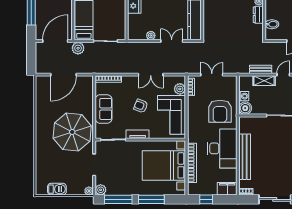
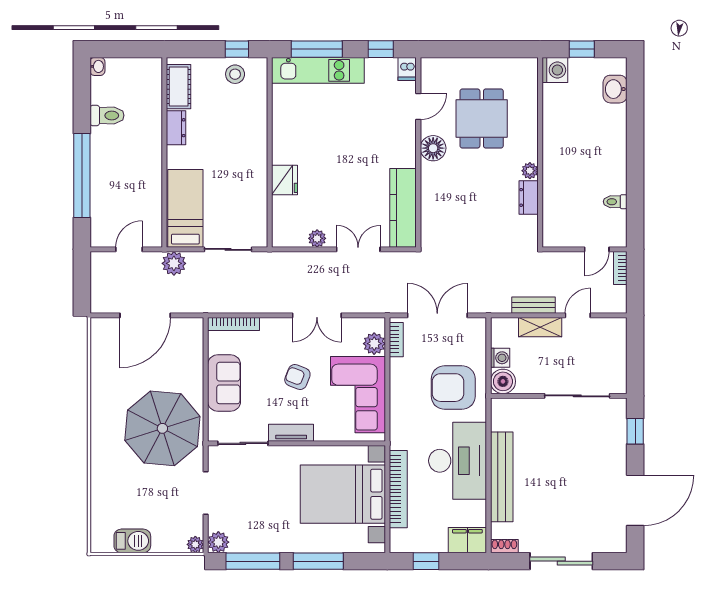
bidet: (272, 24) -> (555, 216), removed
door: (55, 41) -> (129, 249), width x0.53
double door: (212, 75) -> (437, 315), width x1.37
armchair: (220, 111) -> (453, 388), turned 90

